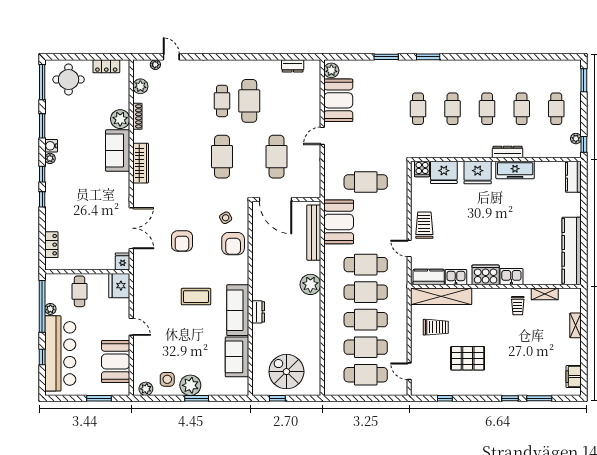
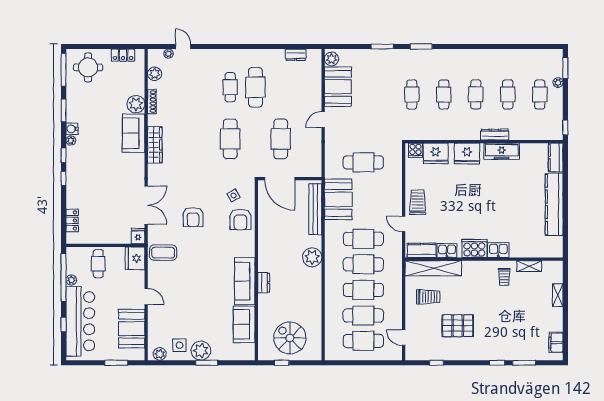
plant: (576, 139) -> (558, 83), moved
kitchen counter: (572, 251) -> (554, 204), moved
coffee table: (196, 297) -> (163, 253), moved

